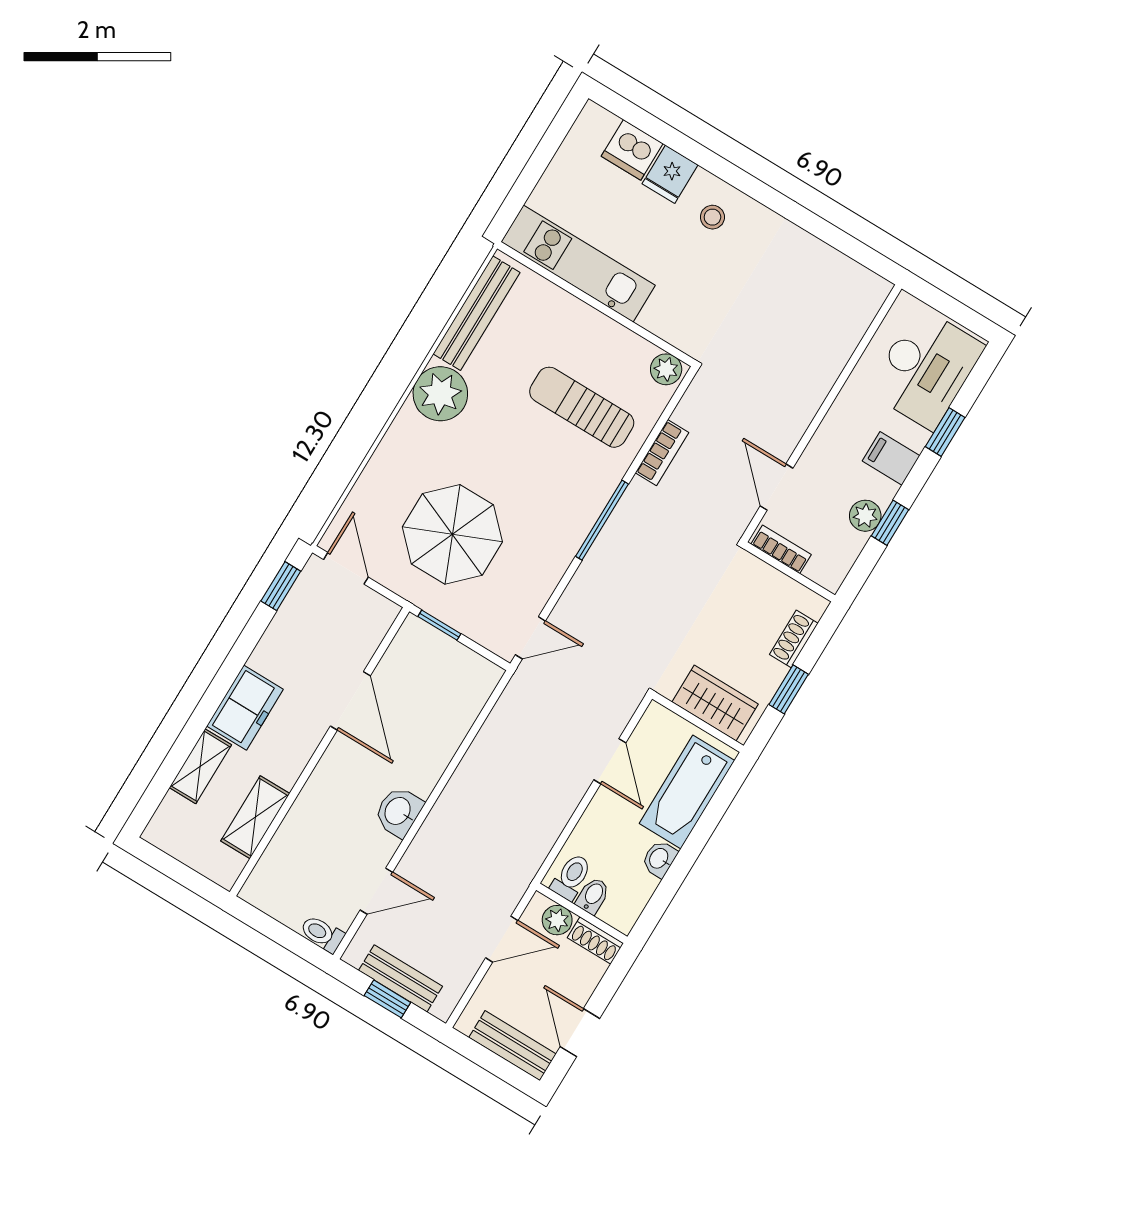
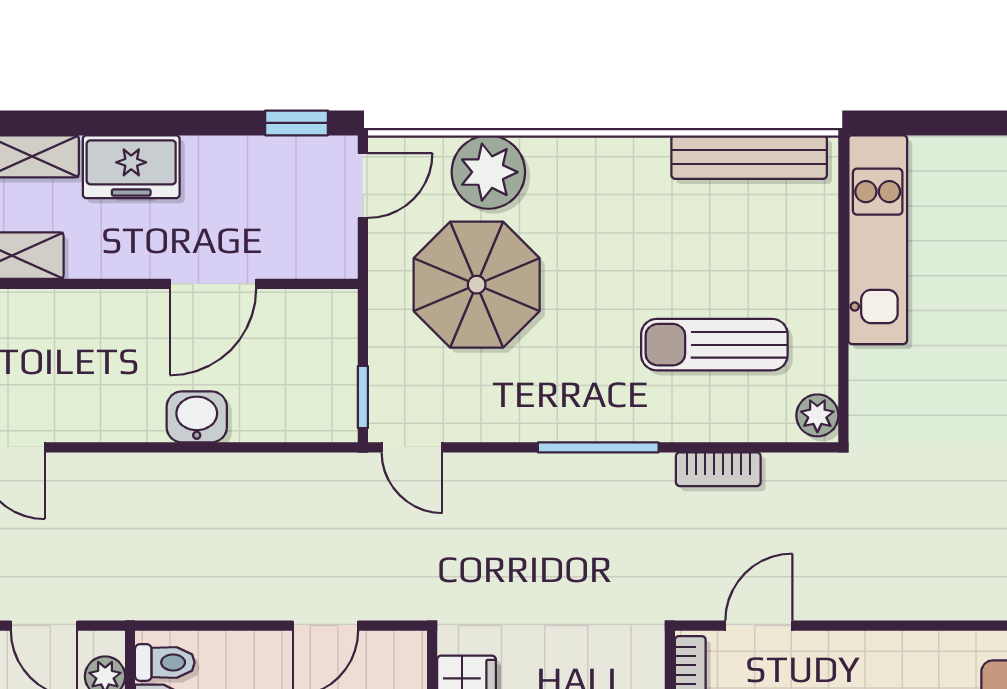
plant: (440, 394) -> (488, 172), moved
sun lounger: (582, 407) -> (714, 345), turned -90
window: (439, 625) -> (363, 397), moved
washbasin: (398, 812) -> (197, 417), moved

